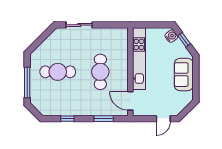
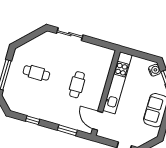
cafe table: (58, 72) -> (36, 73), width x0.73, depth x0.74
cafe table: (100, 72) -> (77, 85), width x0.73, depth x0.74

